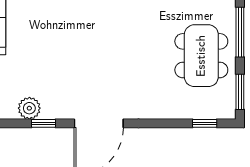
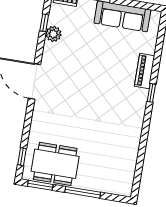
dining table: (201, 56) -> (55, 164), moved
window: (44, 123) -> (44, 23), moved

